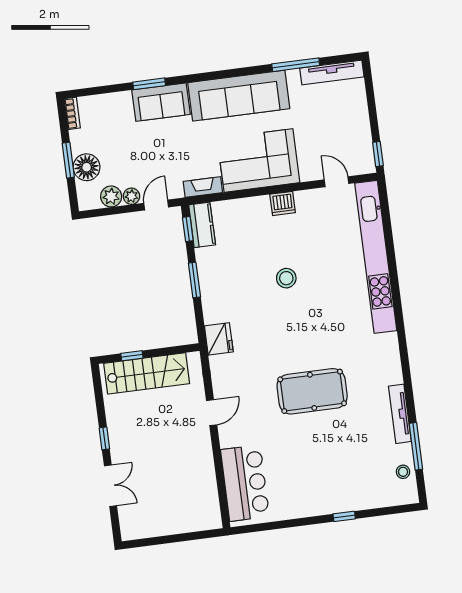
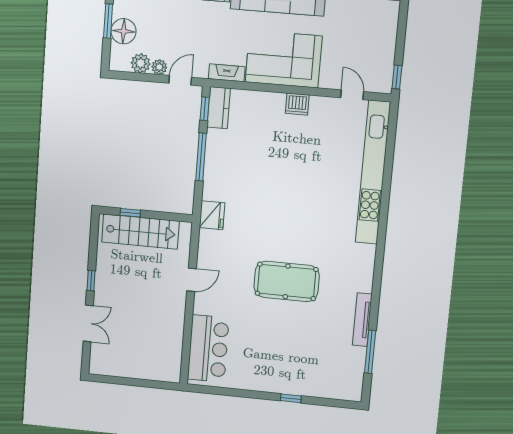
stool: (286, 278) -> (286, 174), removed
window: (194, 280) -> (201, 157), width x1.44
stool: (403, 472) -> (353, 372), removed

